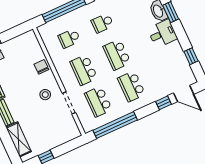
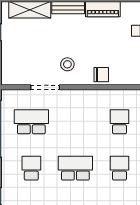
school desk: (84, 70) -> (75, 122), removed
school desk: (131, 86) -> (31, 168), width x0.54

